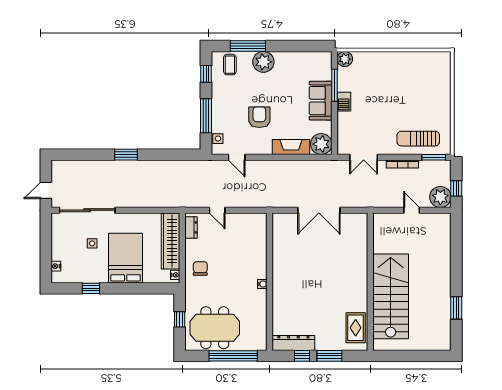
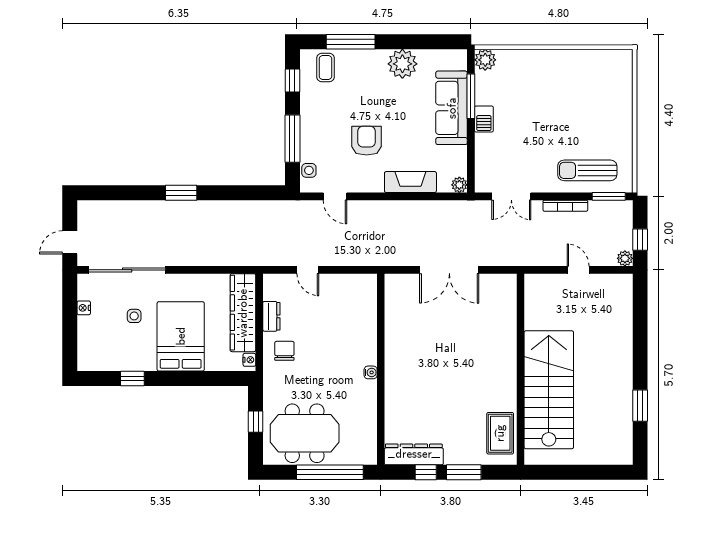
plant: (263, 62) -> (402, 64), moved
sofa: (321, 101) -> (452, 108), width x1.36
plant: (321, 144) -> (459, 185), width x0.53, depth x0.53
plant: (440, 197) -> (625, 258), width x0.53, depth x0.53
dresser: (191, 227) -> (271, 316), moved
nightstand: (56, 266) -> (84, 308), moved

